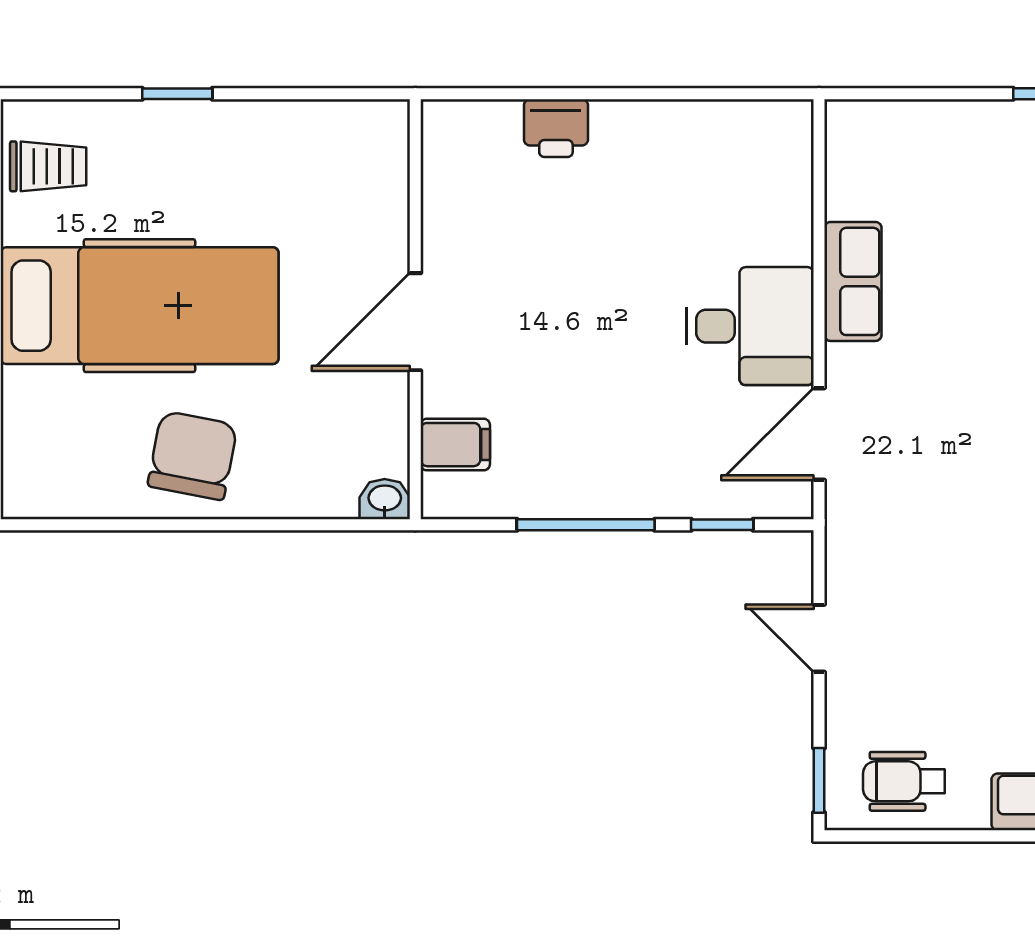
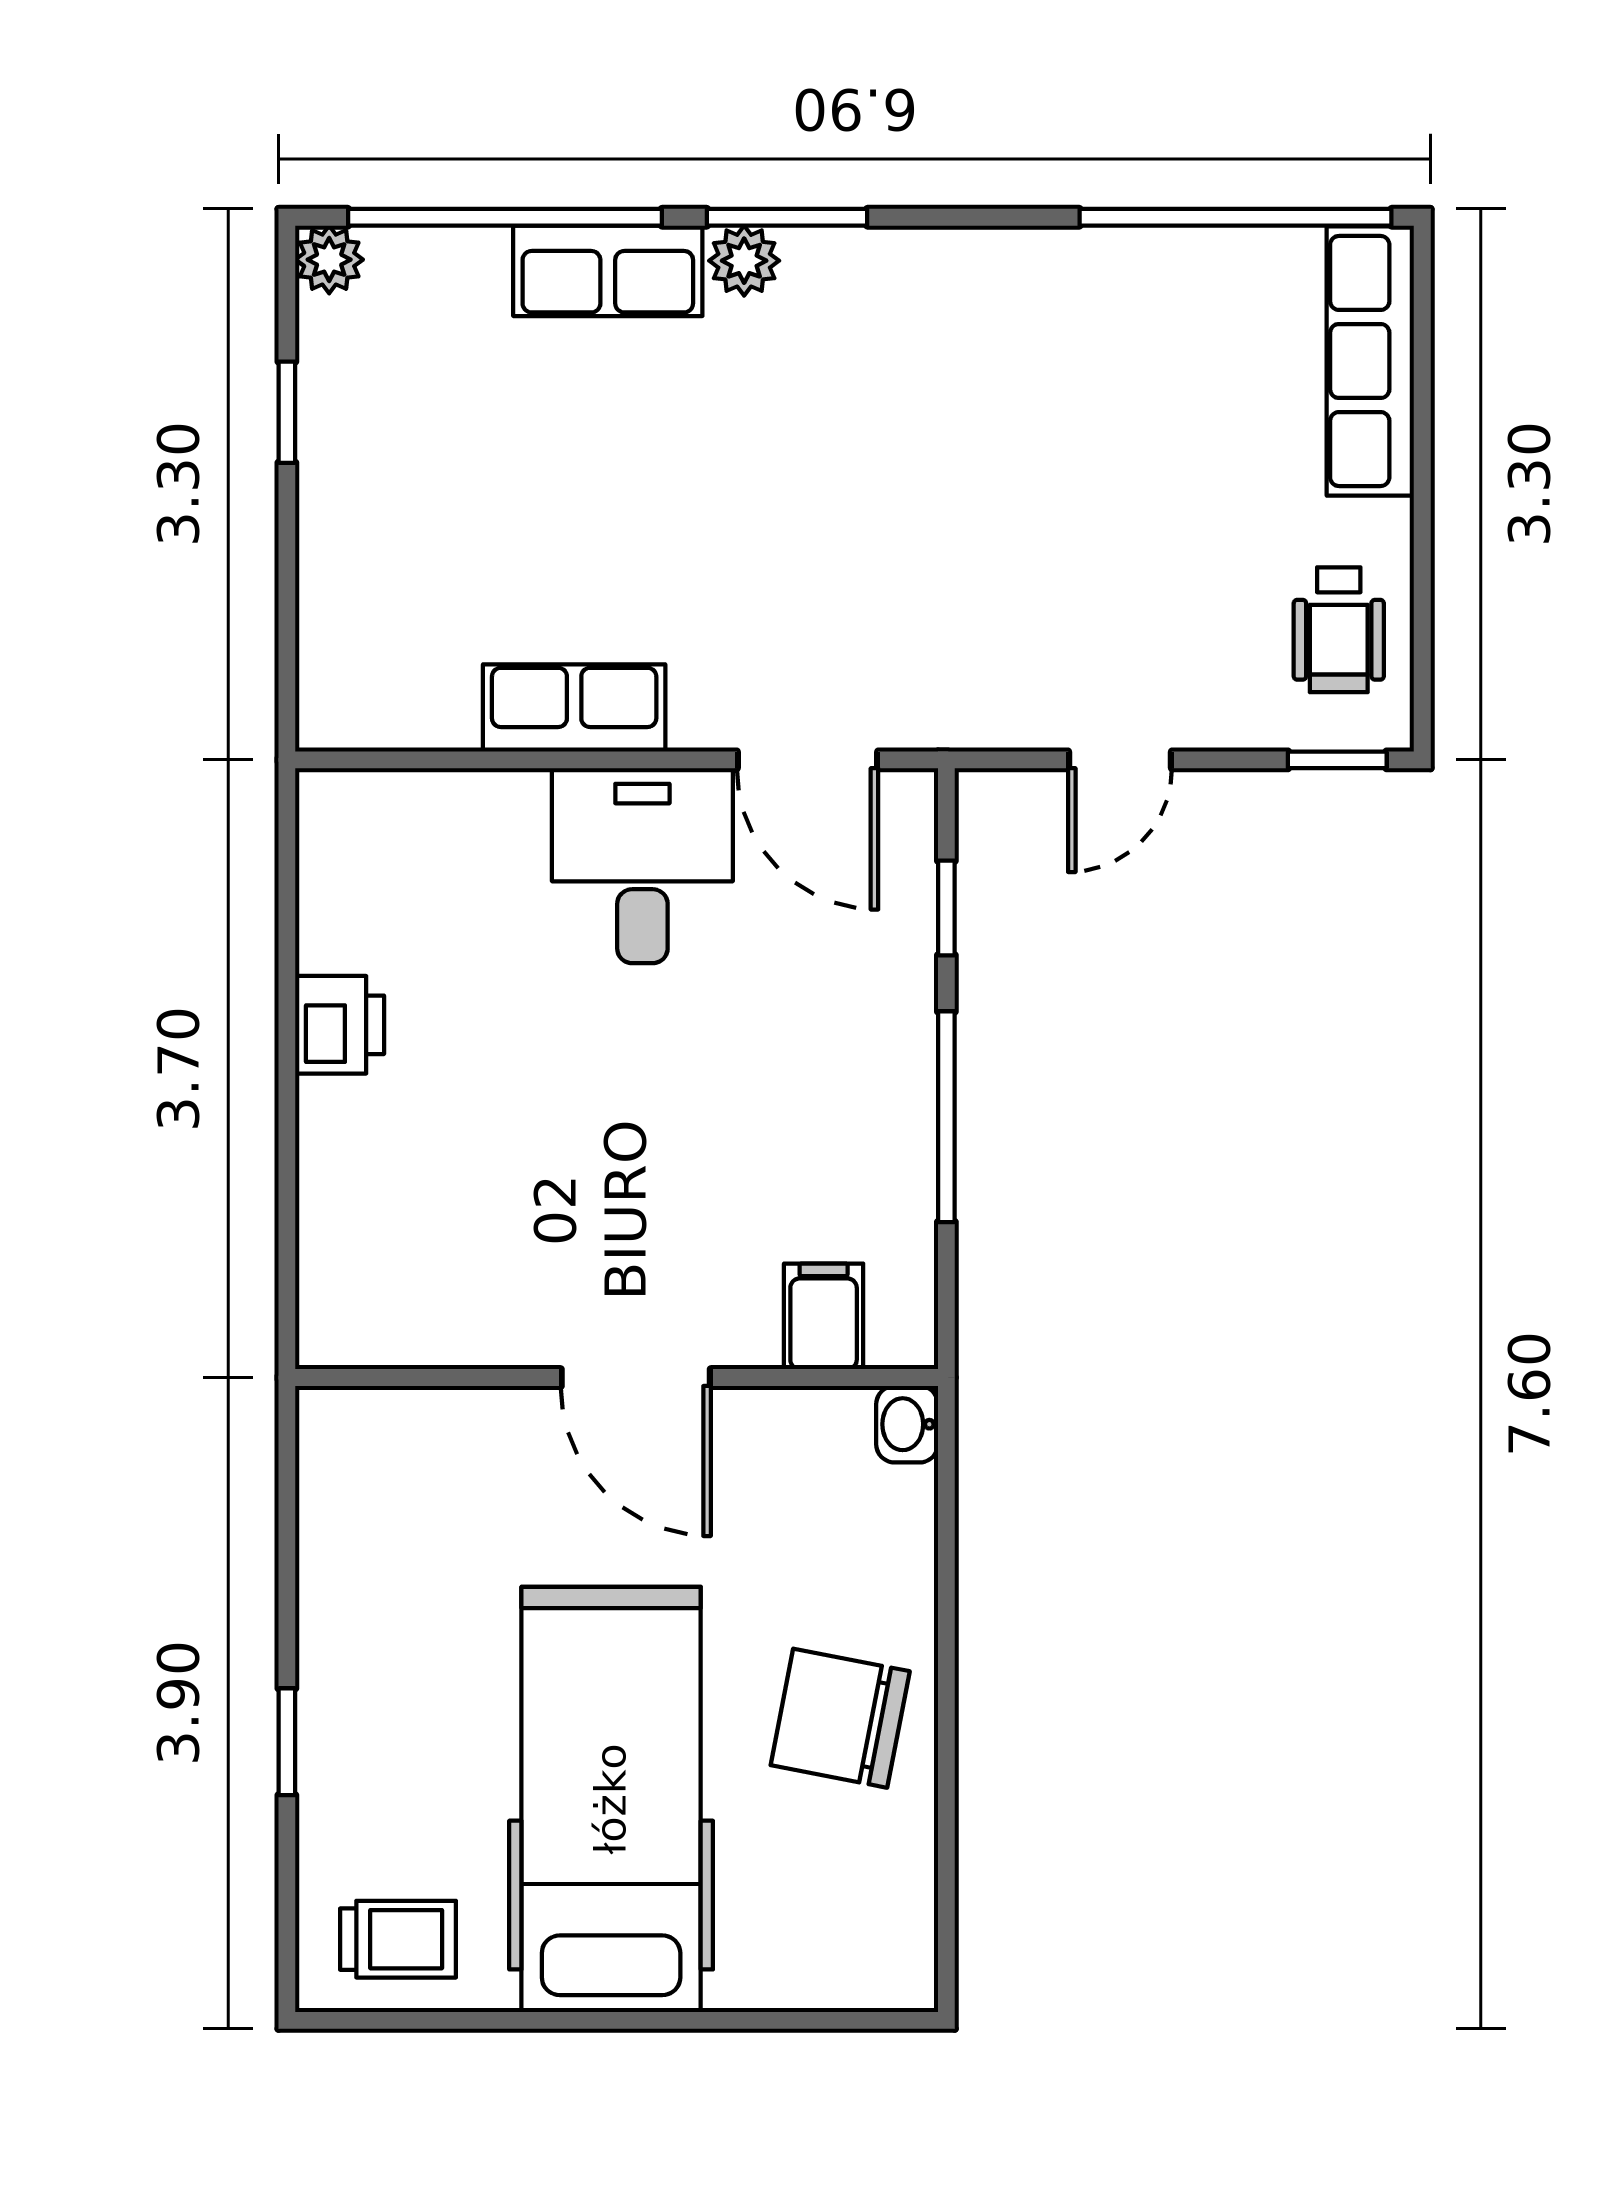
printer: (556, 128) -> (340, 1025), moved
trolley: (48, 166) -> (398, 1939), turned 90

